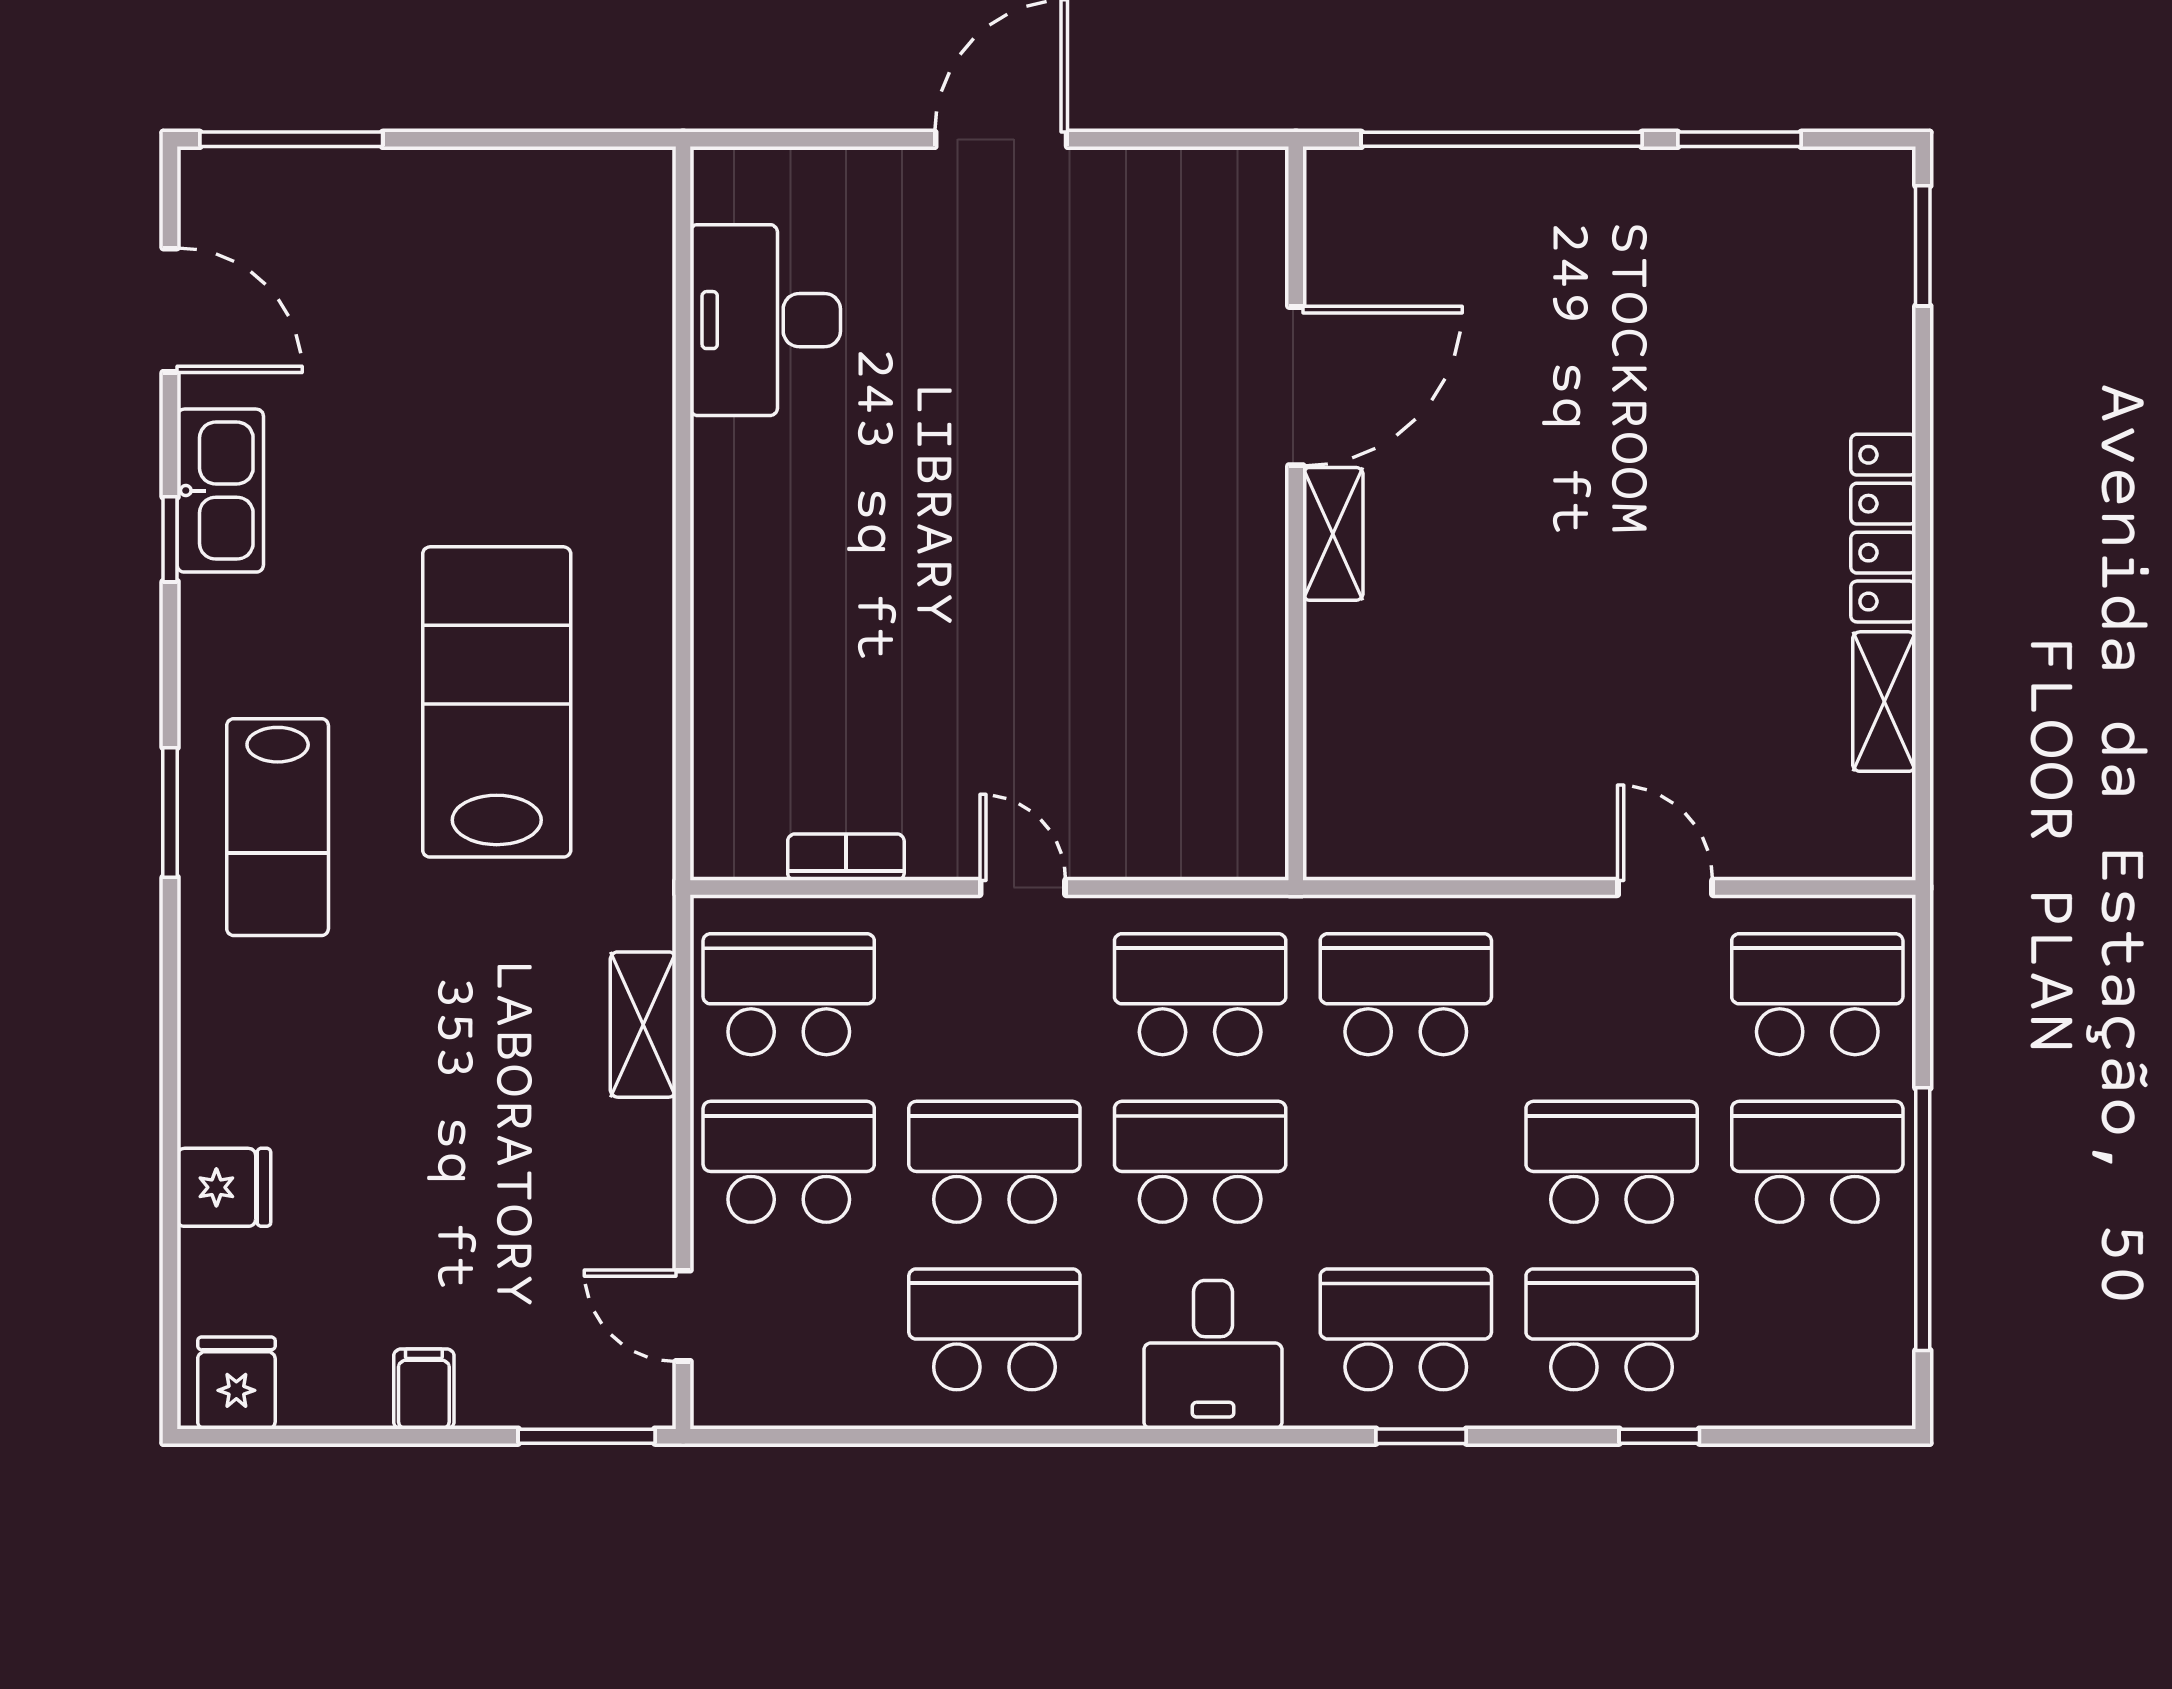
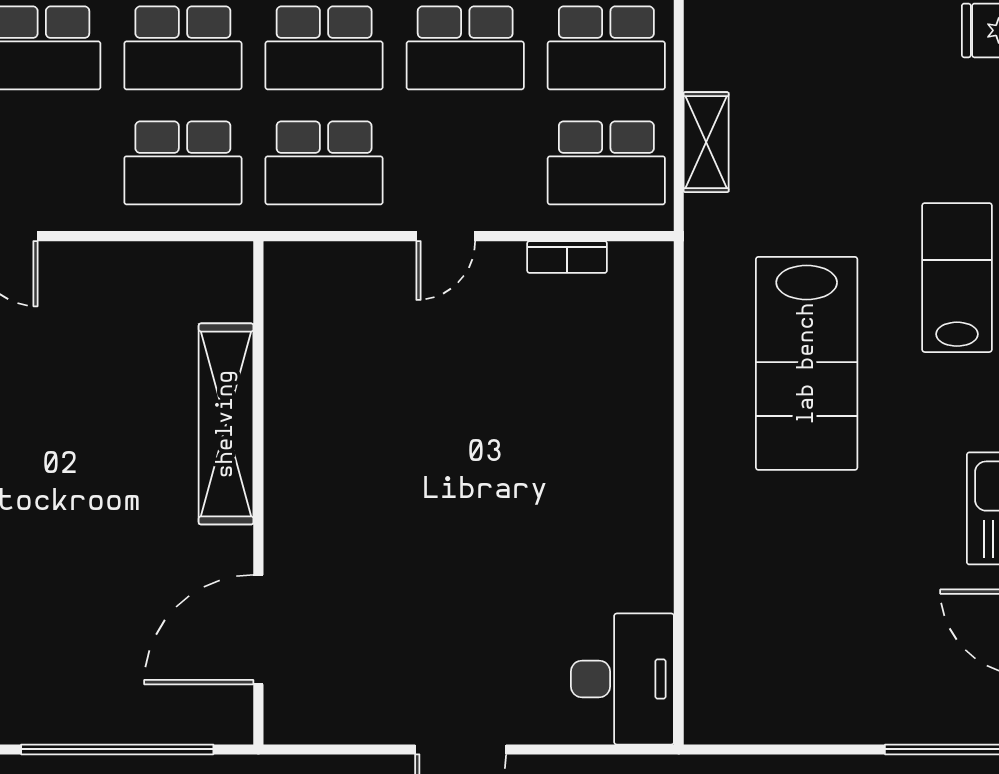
desk: (765, 320) -> (622, 679), moved
door: (1296, 386) -> (258, 630), moved
shelving: (1333, 534) -> (226, 424), width x2.20, depth x1.33
door: (1023, 887) -> (446, 236), hinge flipped
school desk: (1406, 1162) -> (183, 48), added

